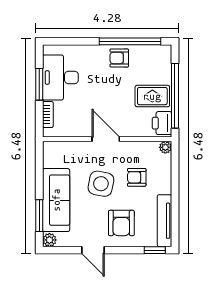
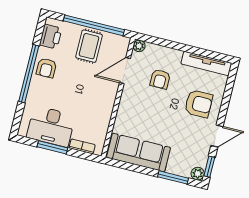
window: (130, 41) -> (29, 74), moved
printer: (162, 123) -> (51, 37), moved, turned -90
door: (106, 139) -> (125, 71), moved
side table: (101, 184) -> (158, 113), removed
sofa: (56, 200) -> (138, 152), moved
window: (155, 250) -> (209, 167), moved

